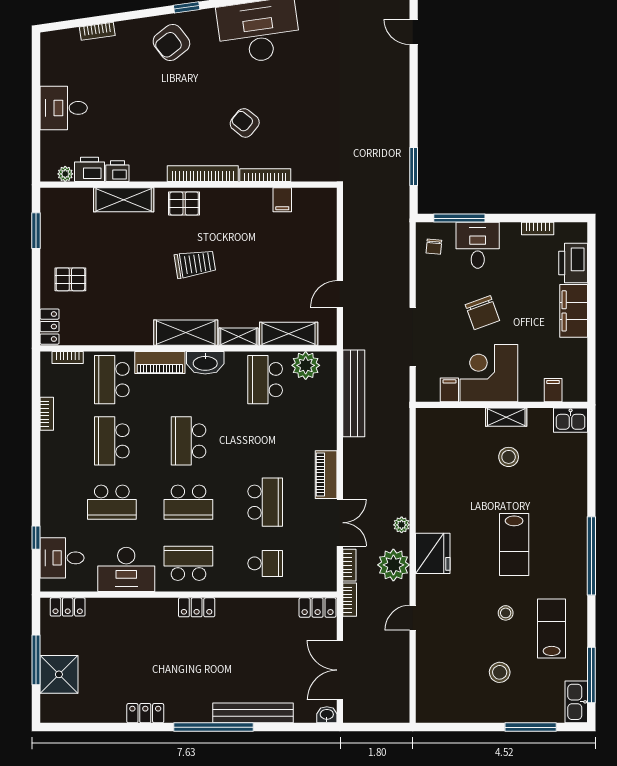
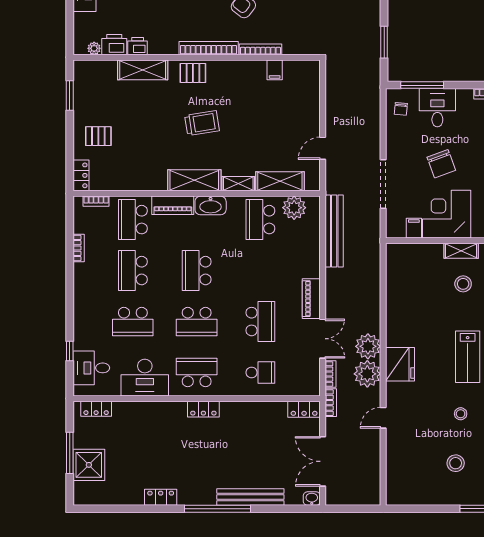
plant: (402, 525) -> (368, 346), width x1.88, depth x1.88

